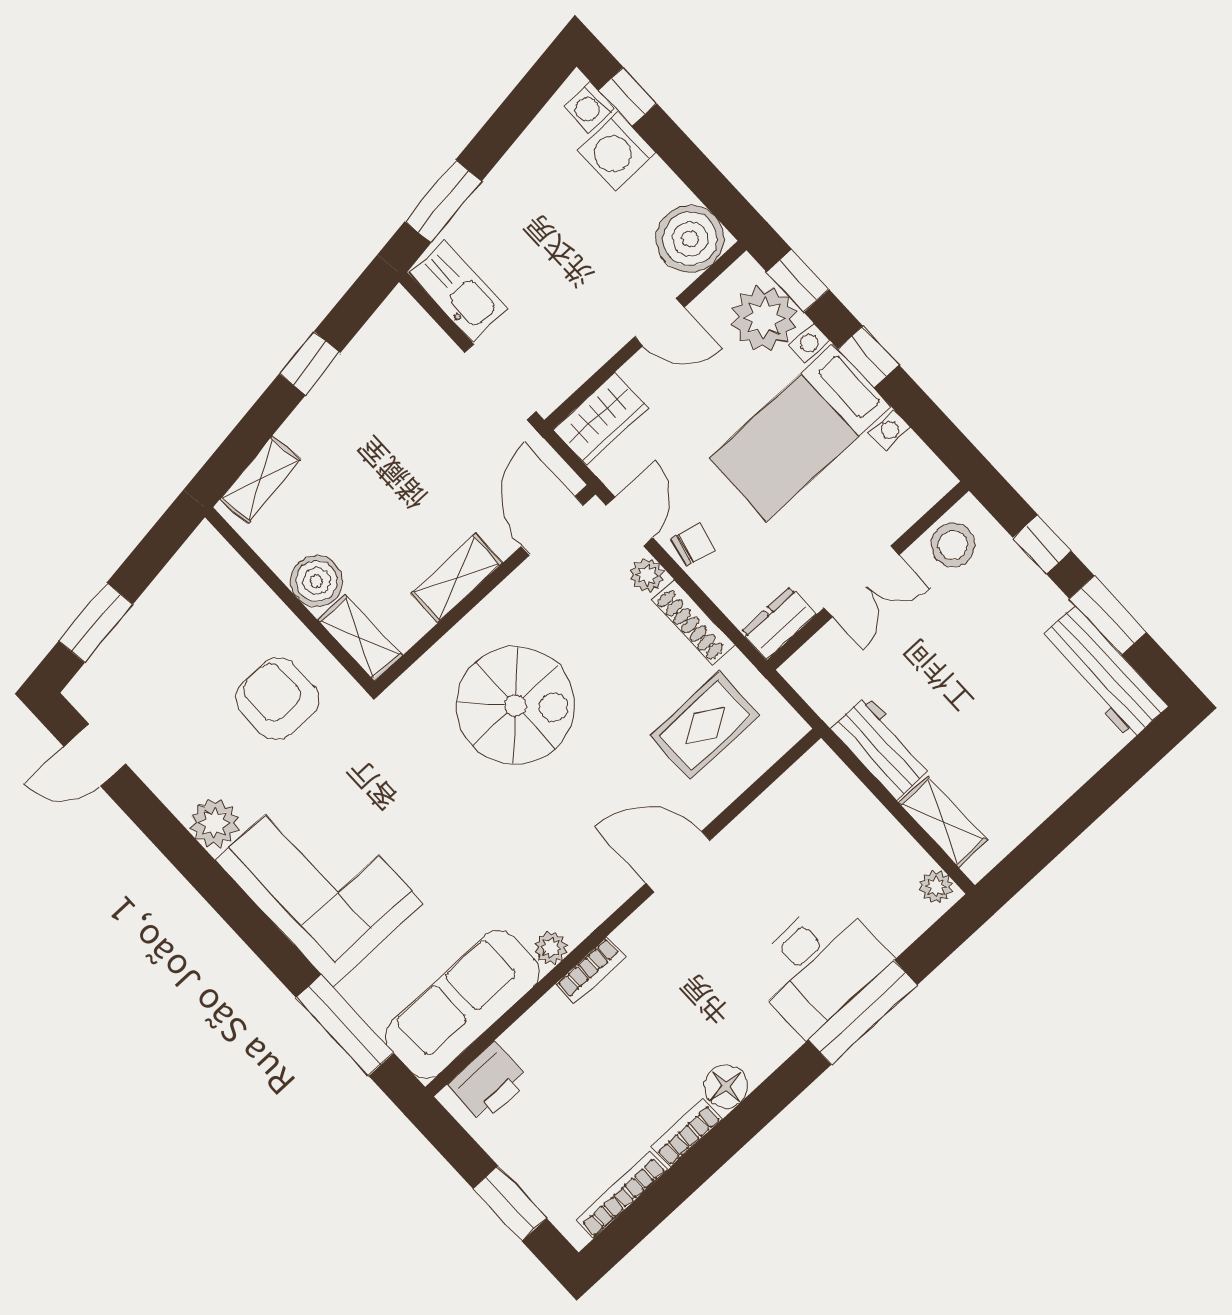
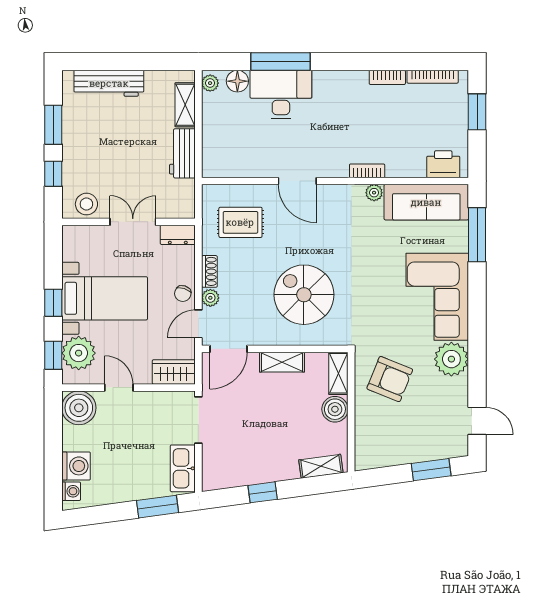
window: (628, 97) -> (53, 482), removed
chair: (693, 544) -> (183, 294), turned -85
shoe rack: (693, 622) -> (209, 271), width x0.70
workbench: (1103, 673) -> (109, 83), moved, turned 90
armchair: (278, 699) -> (390, 379), turned -68
plant: (214, 823) -> (451, 359), width x1.36, depth x1.36
floor lamp: (726, 1086) -> (237, 81), moved

